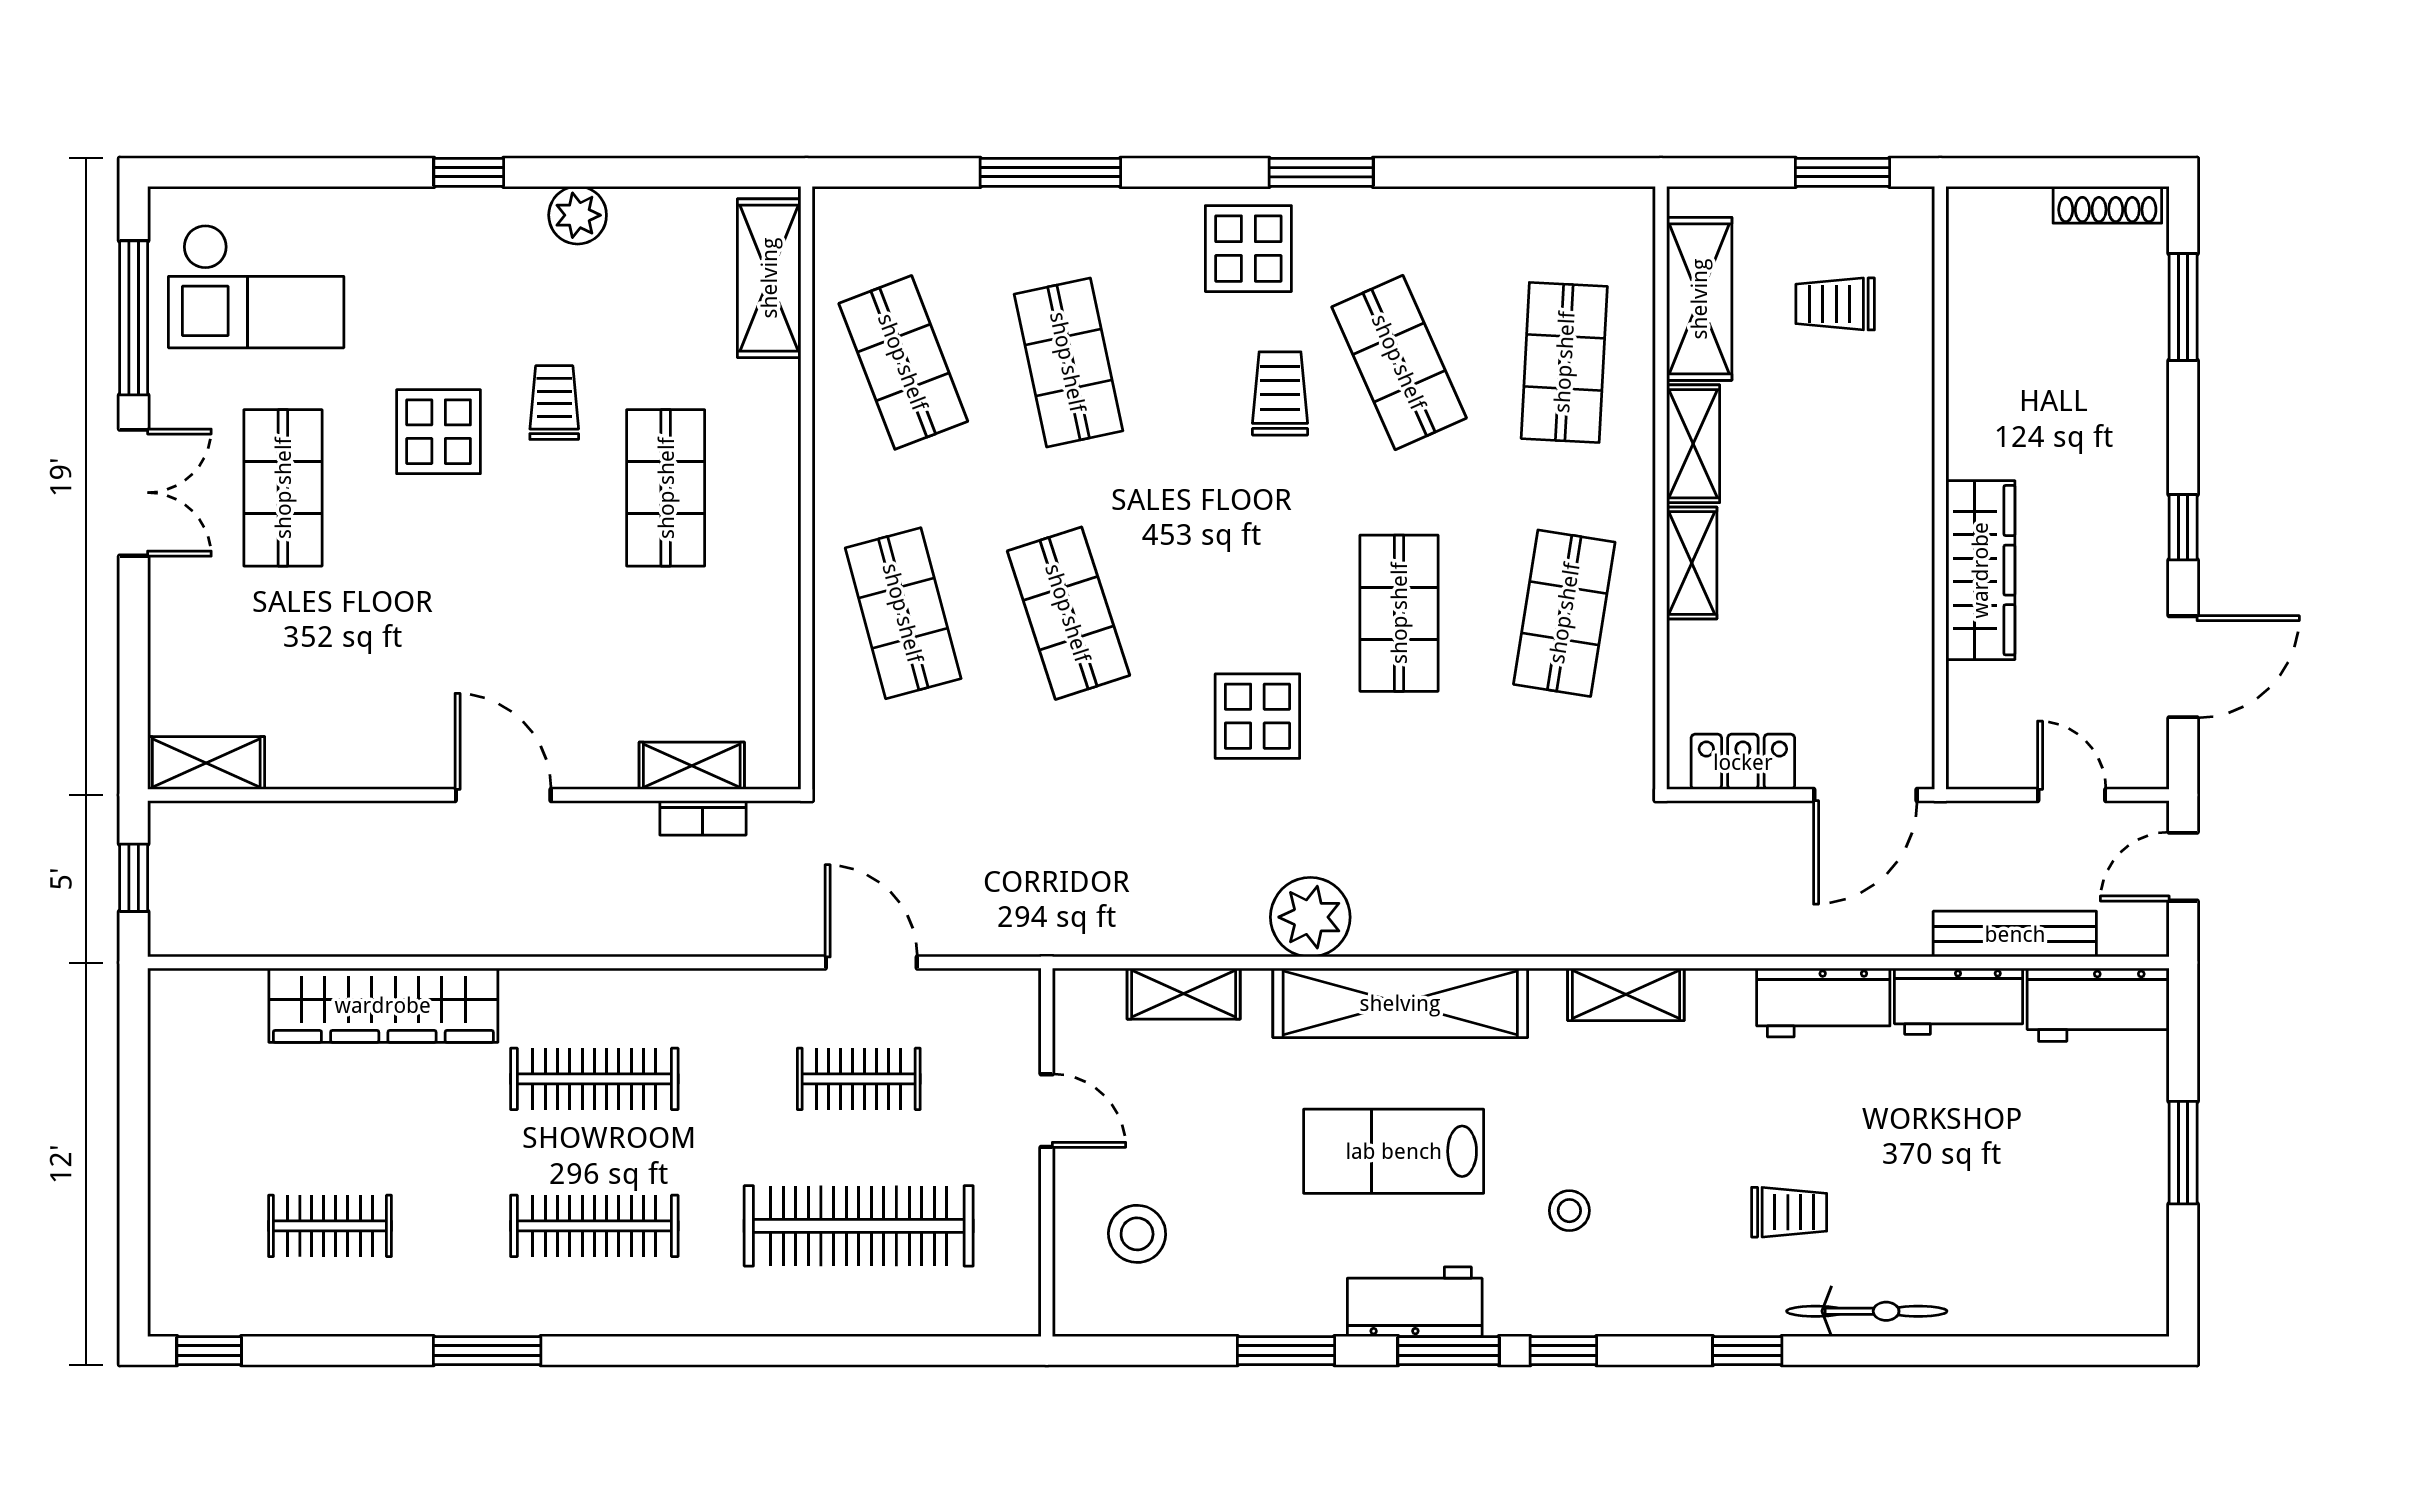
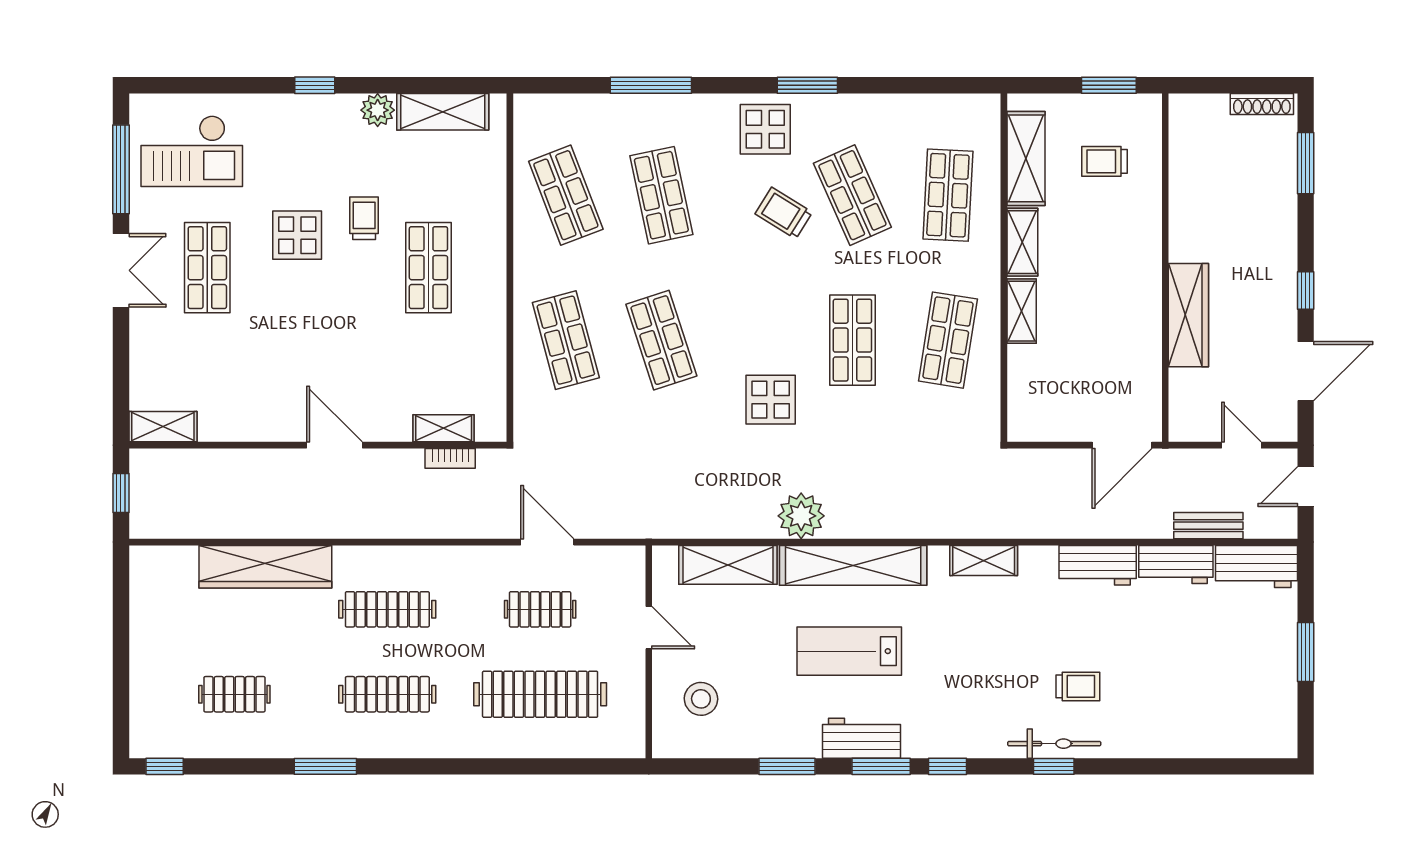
shelving: (769, 278) -> (443, 112), moved, turned 90
trolley: (1280, 393) -> (784, 213), turned -58
locker: (1743, 762) -> (1051, 426), removed
bench: (2015, 934) -> (1208, 526), width x0.73
shelving: (1184, 994) -> (728, 565), width x1.50, depth x1.33
stool: (1569, 1211) -> (951, 685), removed
bicycle: (1867, 1311) -> (1054, 744), moved

